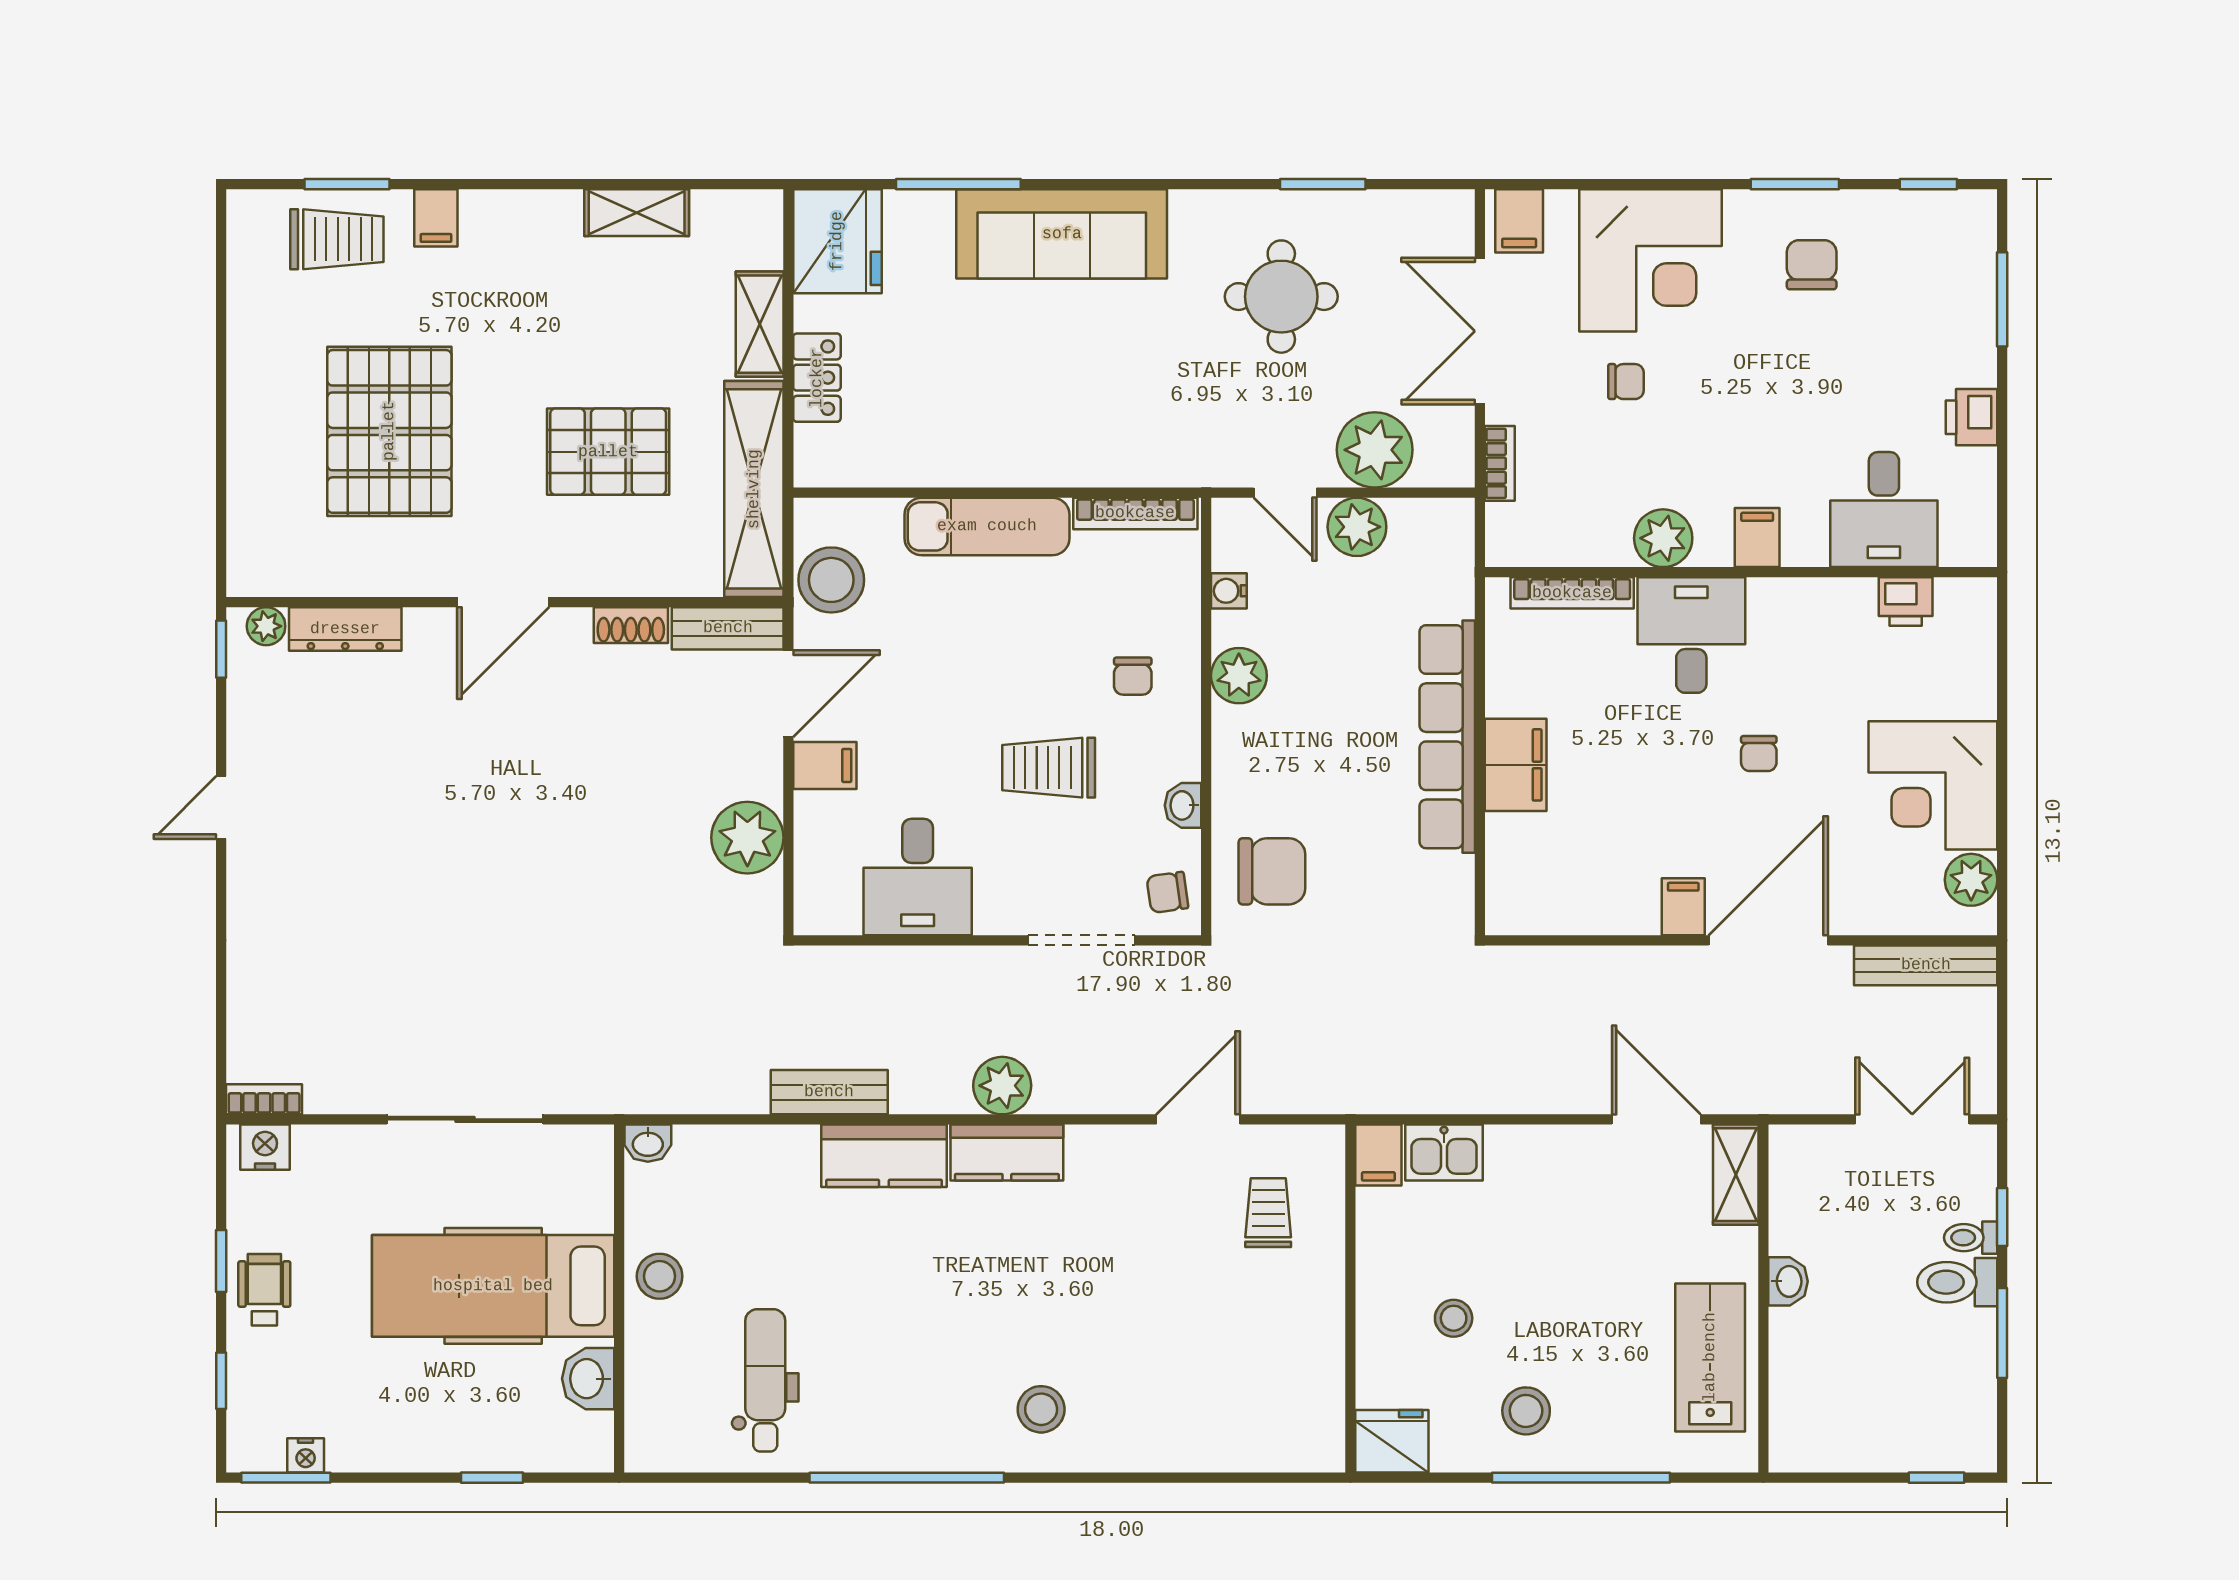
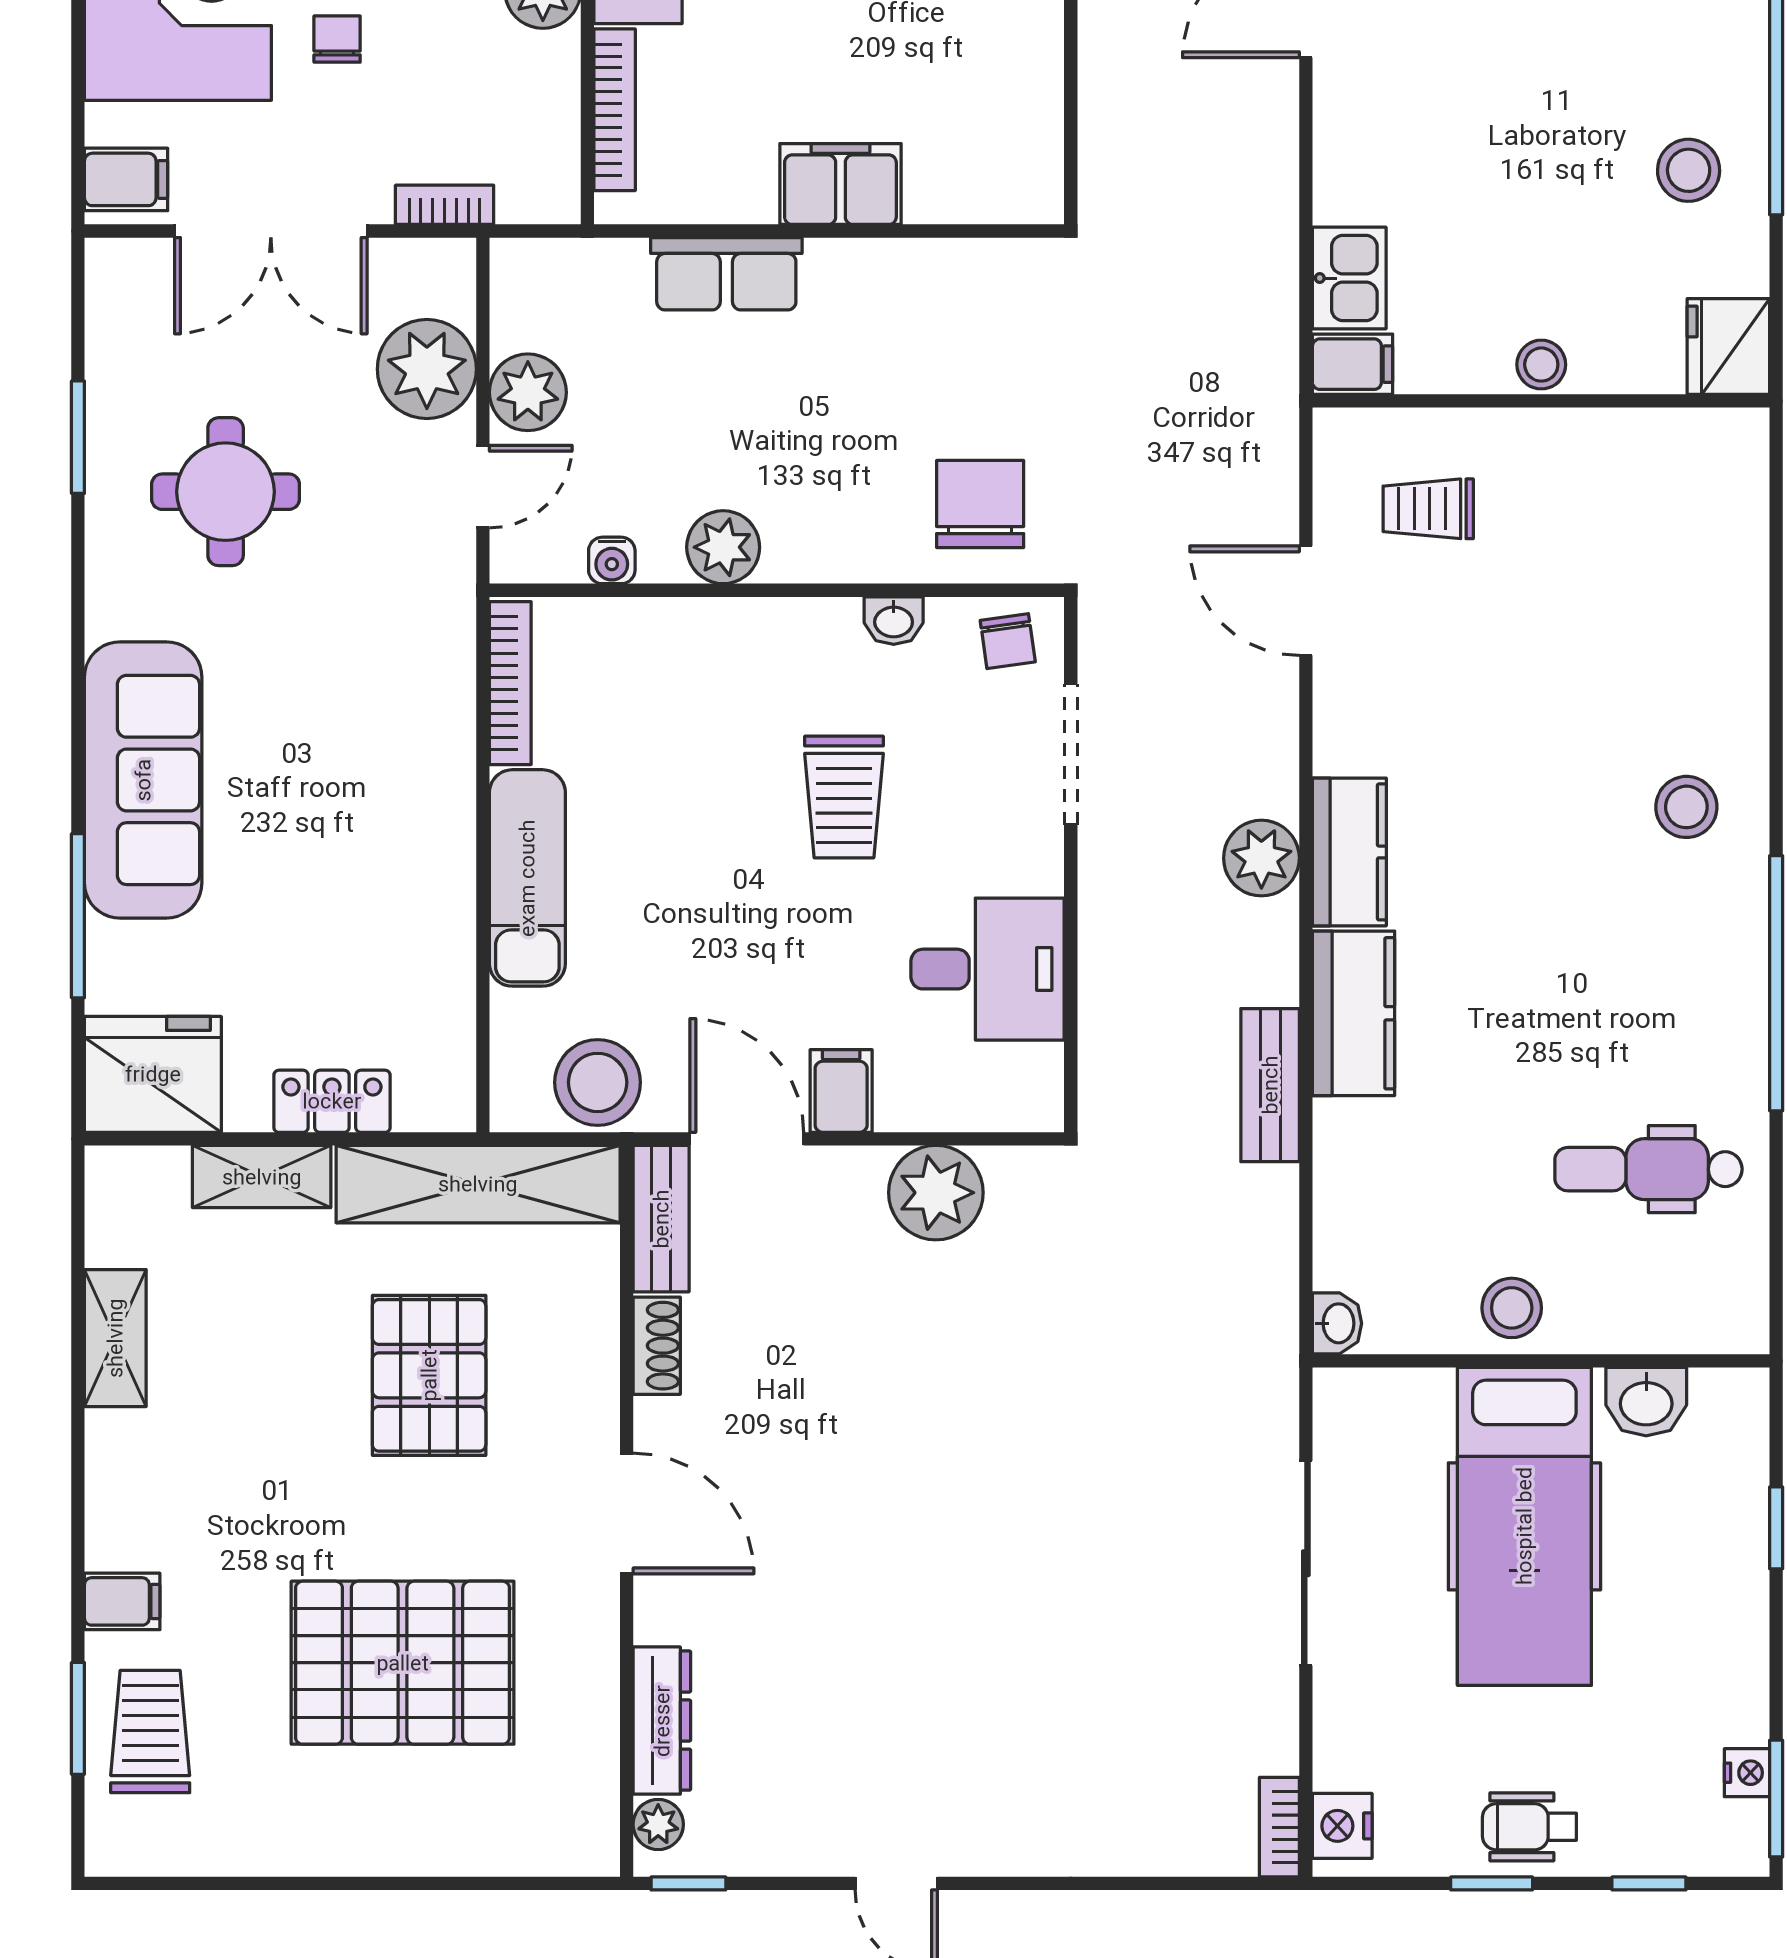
chair: (1133, 676) -> (724, 687), removed
row of seats: (1447, 737) -> (726, 274), width x0.50
stool: (1454, 1318) -> (1541, 365), moved

